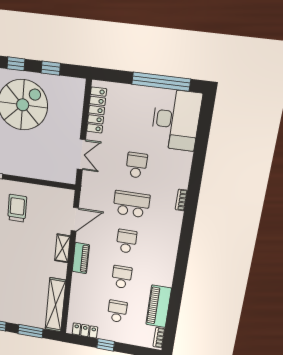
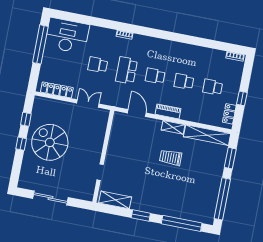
trolley: (17, 208) -> (171, 158), moved
shelving: (62, 248) -> (173, 127), moved
piano: (159, 306) -> (208, 55), removed

